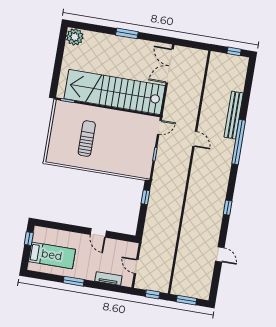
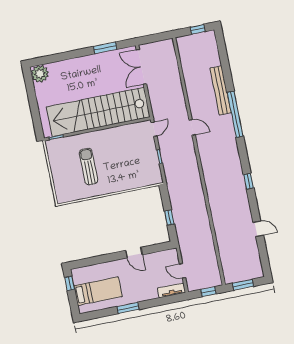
window: (127, 33) -> (105, 48), moved
window: (145, 197) -> (169, 218), moved
tv unit: (108, 279) -> (172, 290), moved

